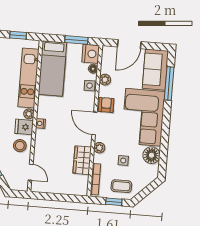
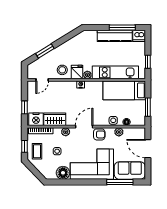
nightstand: (91, 54) -> (36, 119), moved
window: (64, 198) -> (24, 107), added

